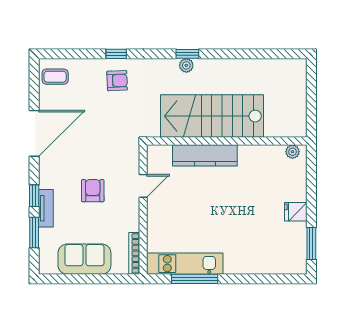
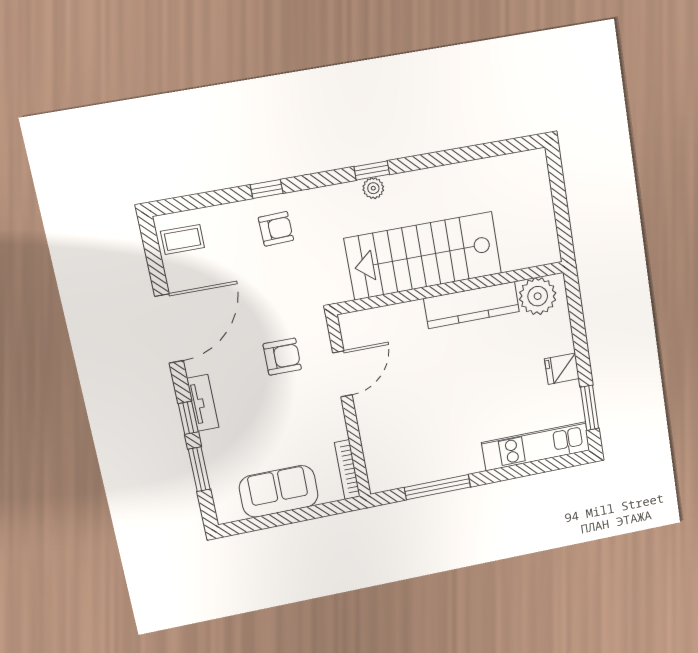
plant: (292, 152) -> (538, 296), width x1.88, depth x1.88
kitchen counter: (205, 155) -> (472, 305), moved
door: (143, 186) -> (342, 374), width x1.38
armchair: (93, 191) -> (282, 357), moved, turned 90
tv unit: (46, 208) -> (203, 403), moved
kitchen unit: (185, 264) -> (536, 446), moved

